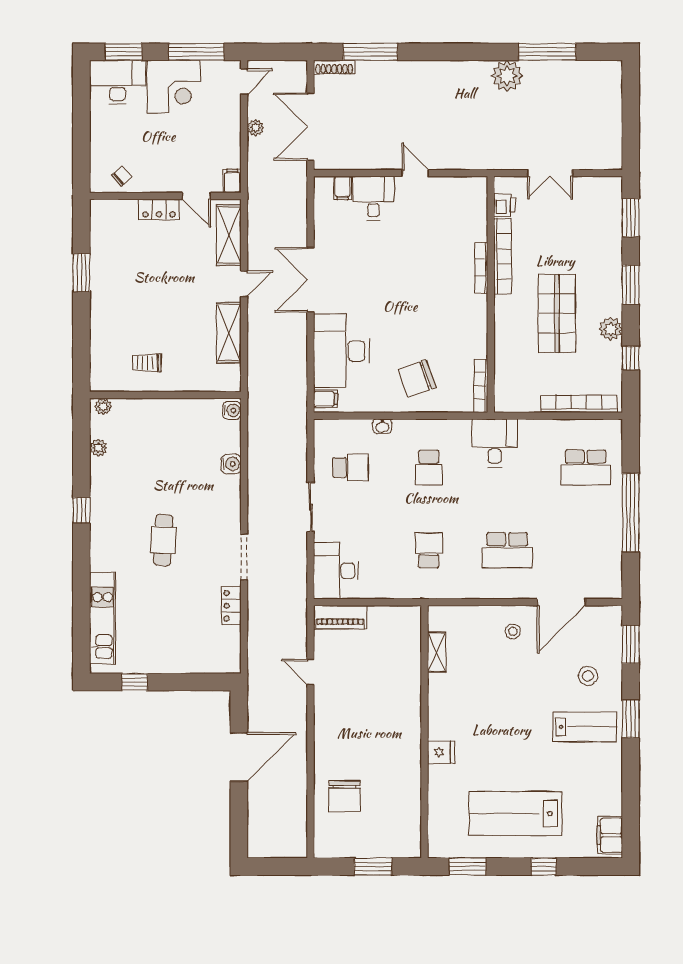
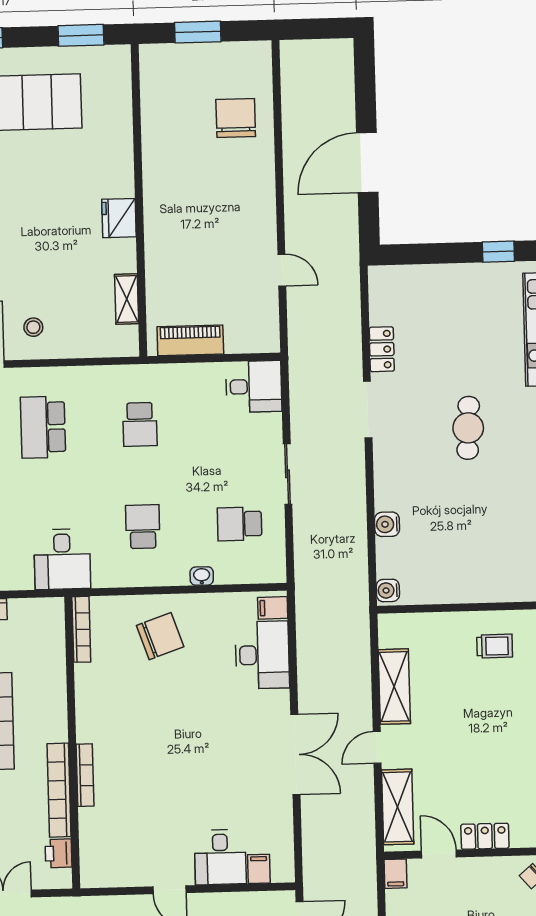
desk: (341, 351) -> (262, 655), width x0.73, depth x0.77
school desk: (507, 550) -> (43, 427), turned -90
desk: (336, 571) -> (254, 387), width x0.73
piano: (340, 617) -> (190, 340), moved
fridge: (441, 752) -> (119, 218), moved, width x1.38

